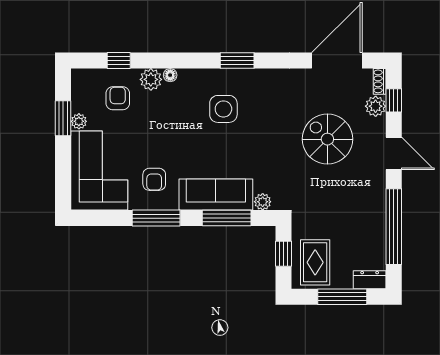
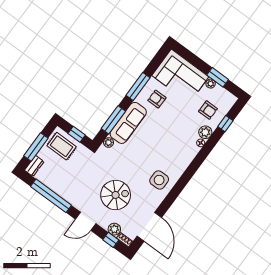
window: (237, 61) -> (184, 180), removed
side table: (223, 109) -> (159, 180), moved

